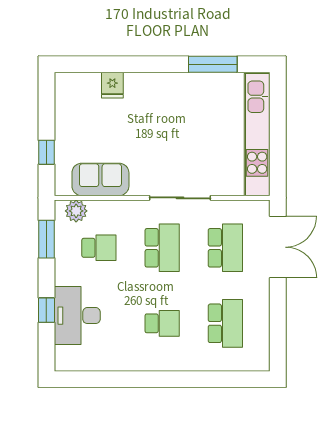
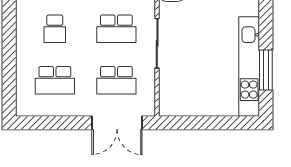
kitchen unit: (257, 135) -> (249, 67), moved, turned -90

